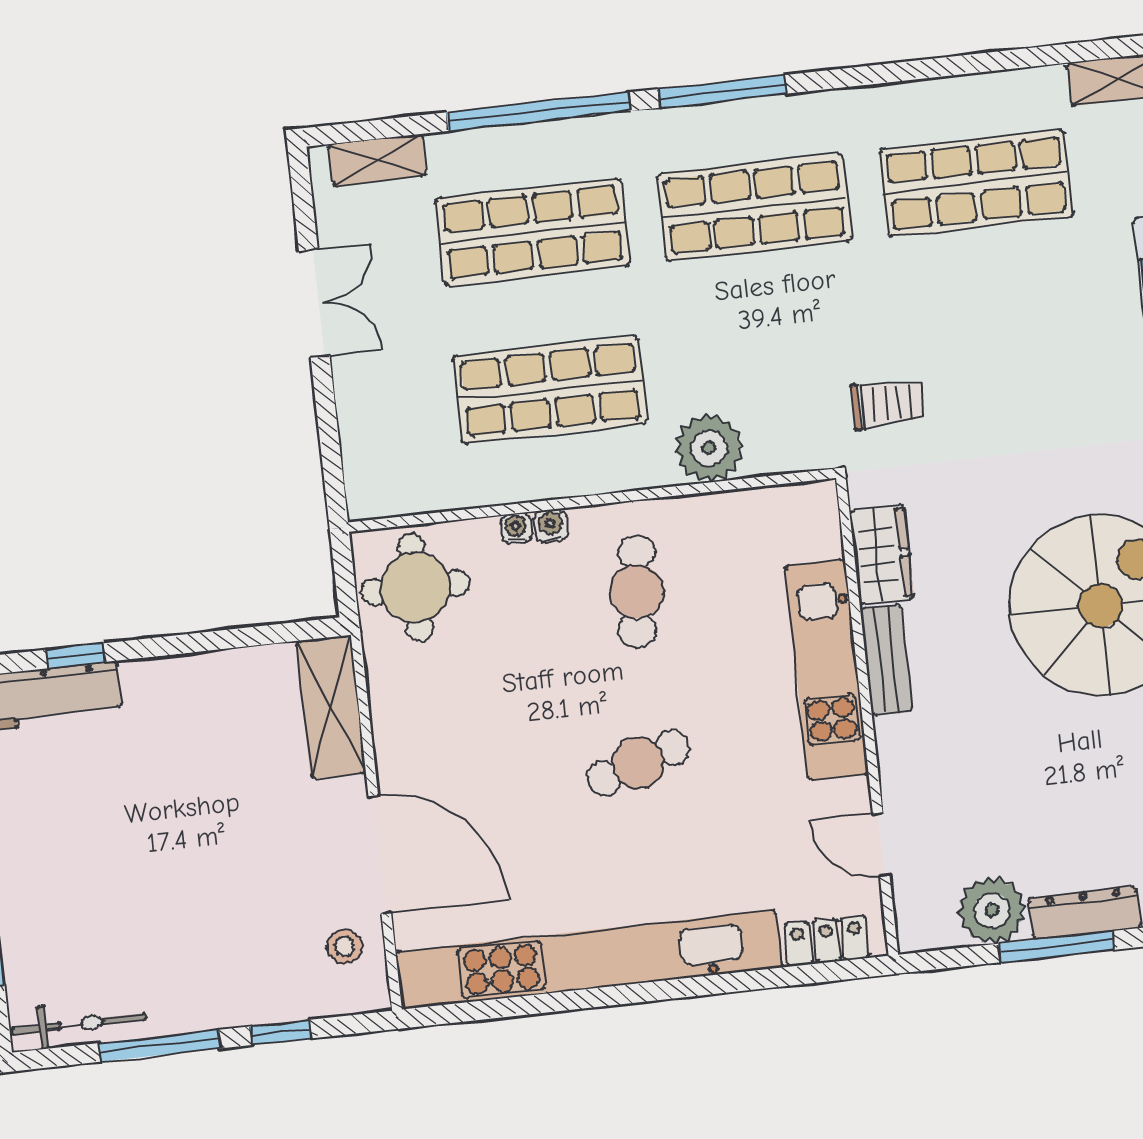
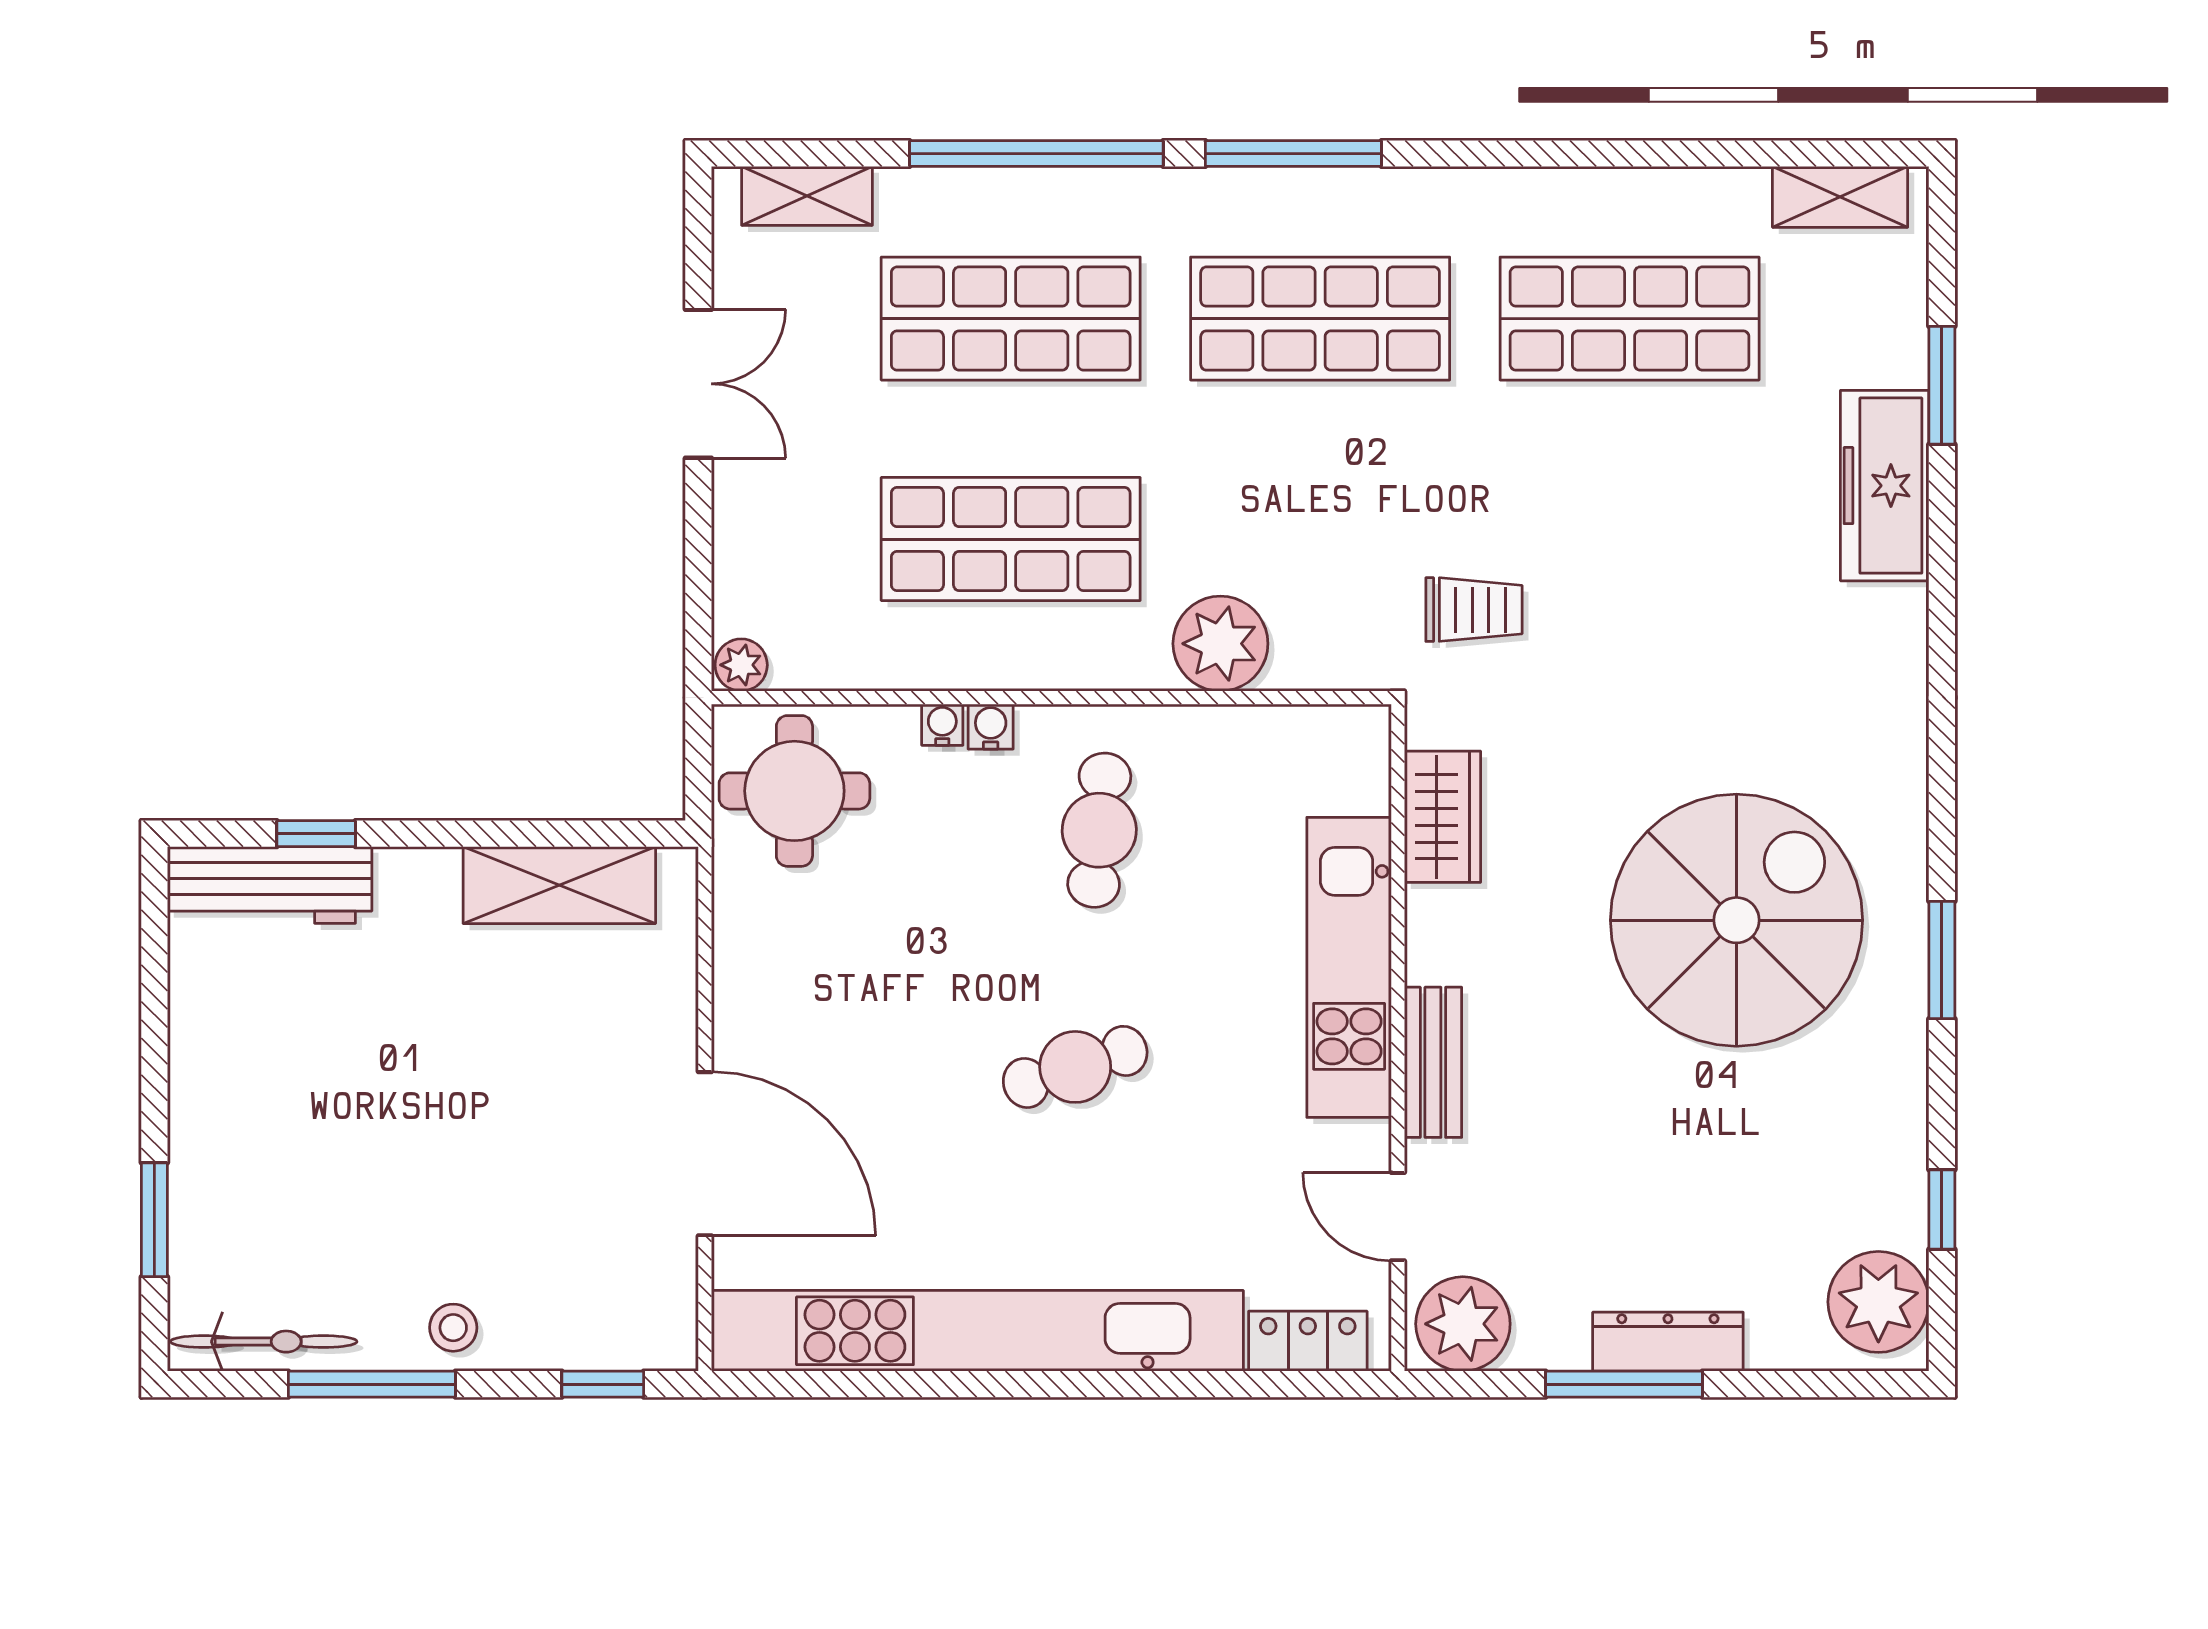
plant: (367, 501) -> (741, 665), added
bench: (886, 660) -> (1433, 1062), moved
shelving: (331, 707) -> (559, 885), moved, turned 90
plant: (992, 910) -> (1463, 1324), moved
stool: (345, 947) -> (453, 1328), moved
window: (281, 1032) -> (603, 1384), moved

